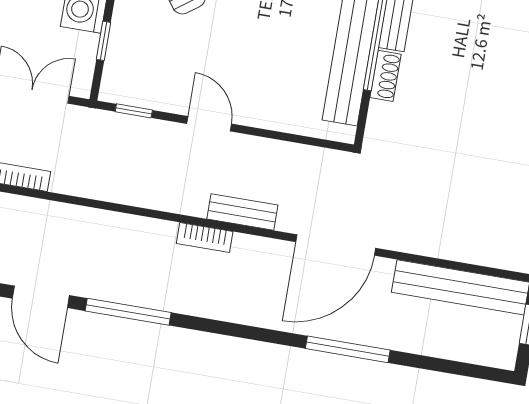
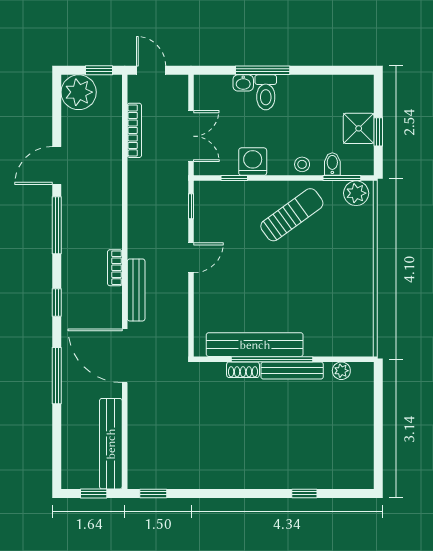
bench: (242, 212) -> (136, 290), width x1.36
window: (241, 331) -> (57, 303), added

